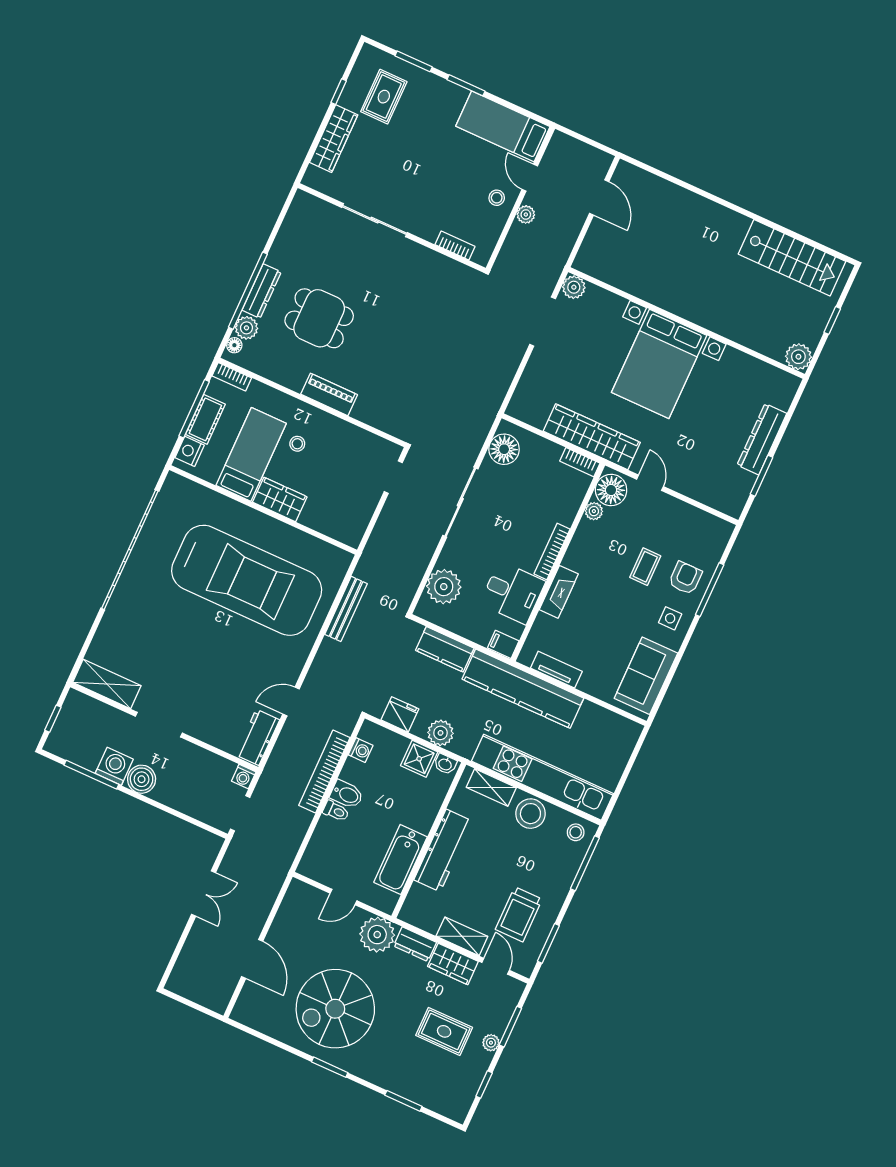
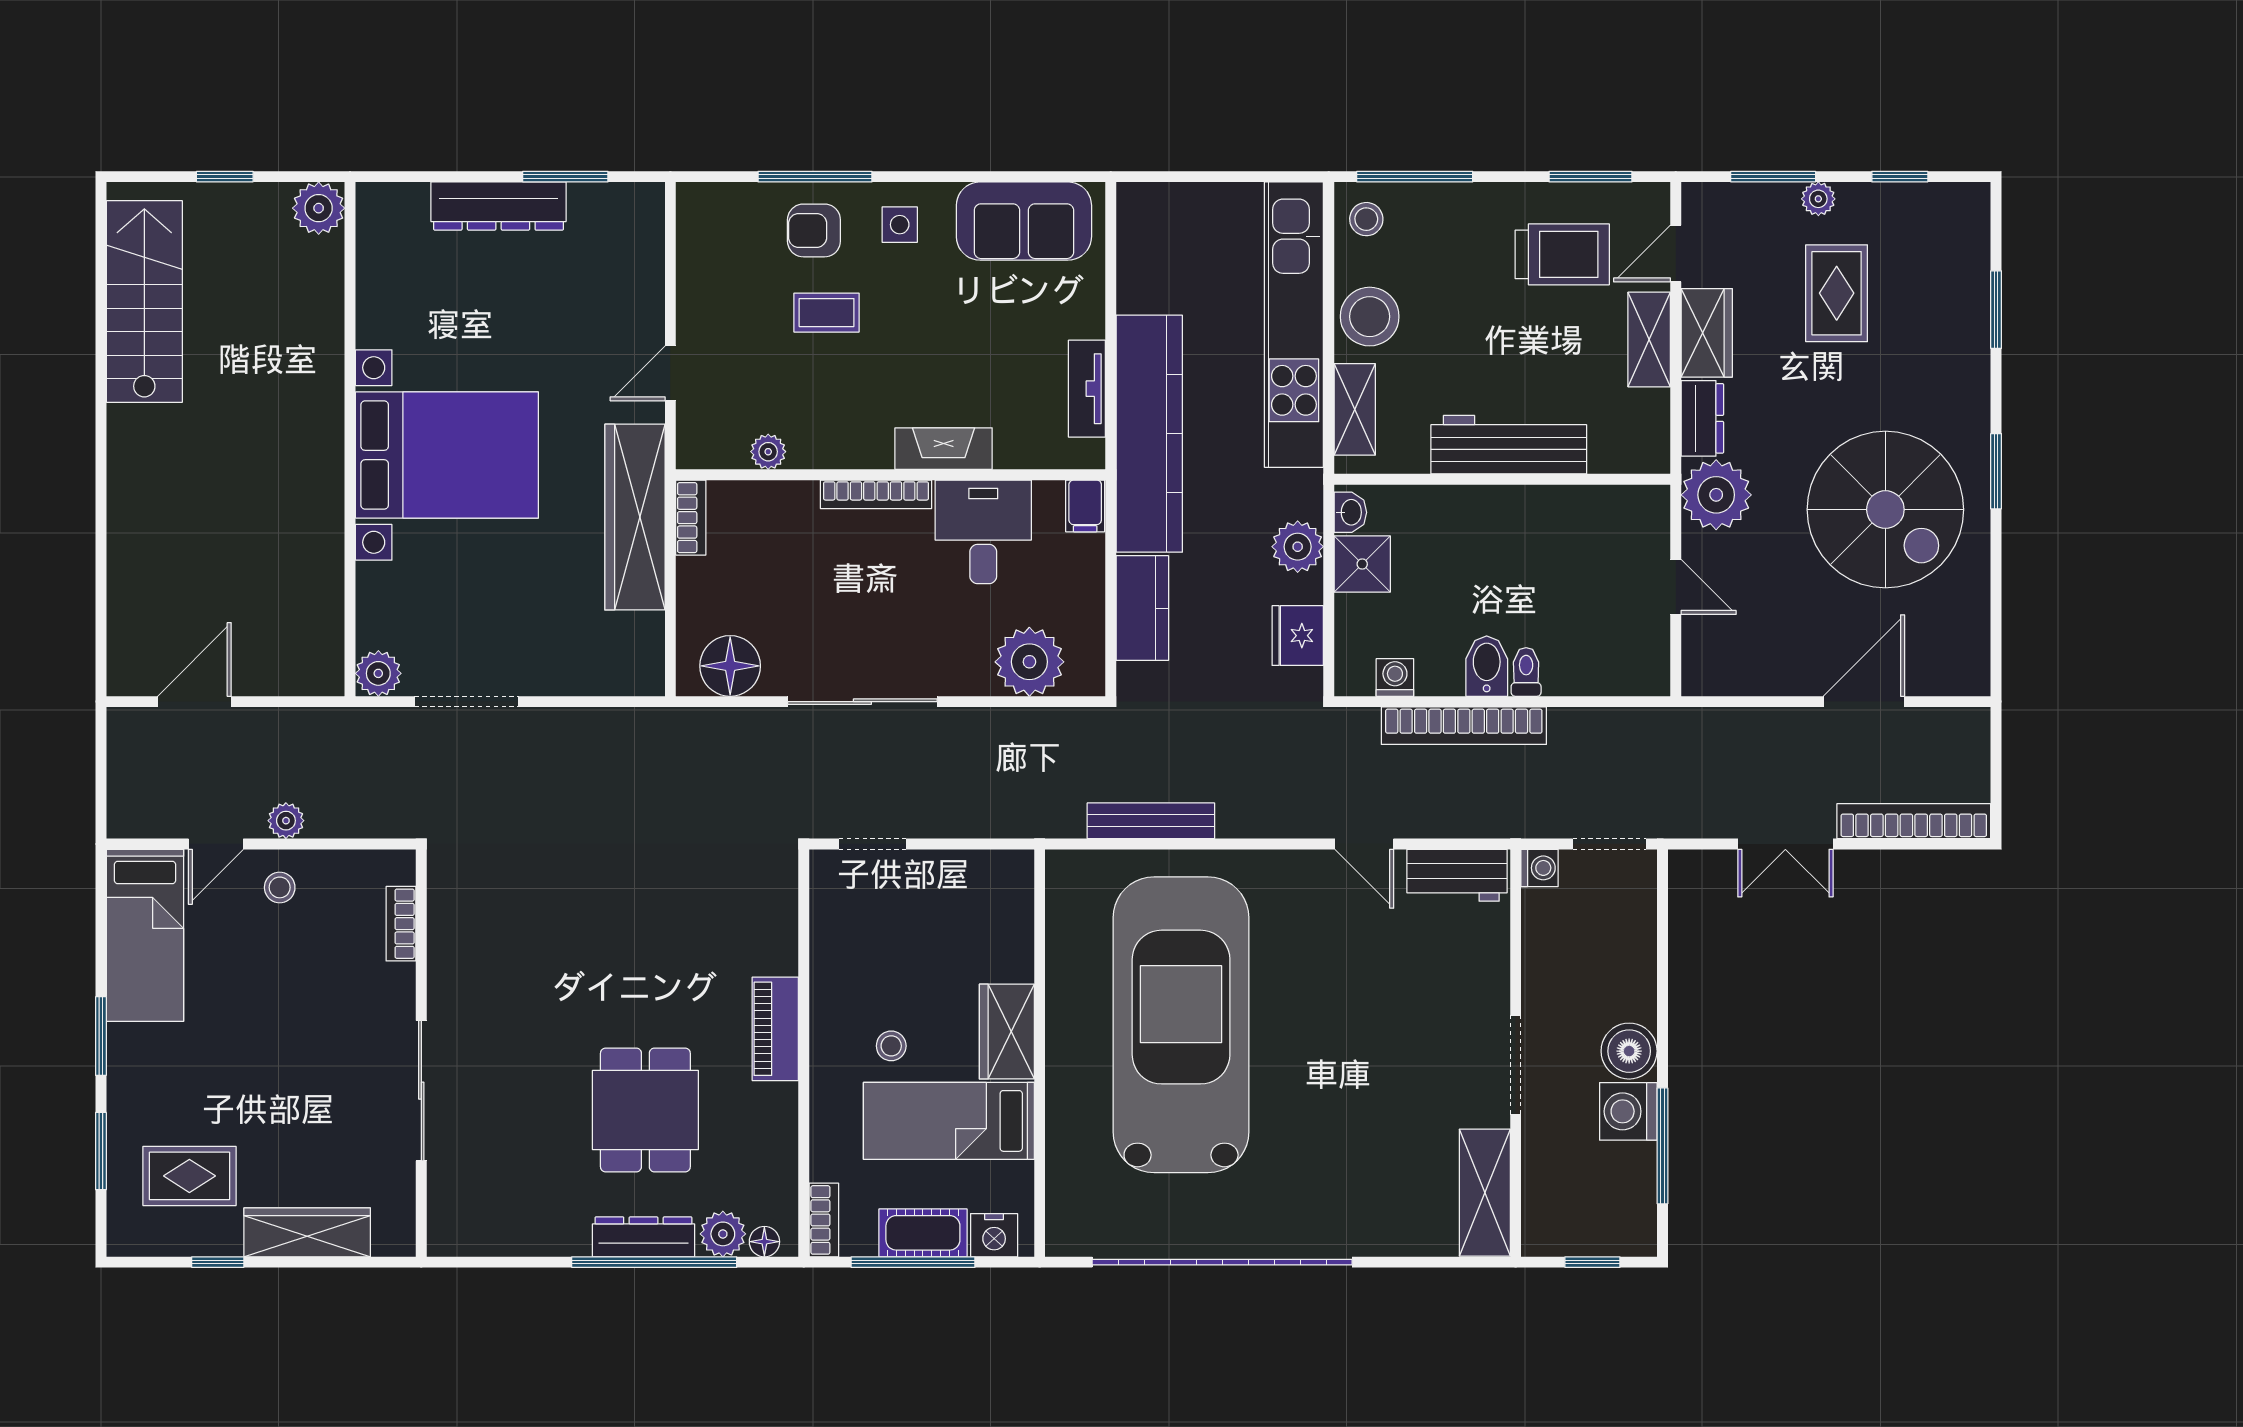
floor lamp: (611, 490) -> (716, 438), removed
bathtub: (401, 860) -> (1561, 514), removed
double door: (203, 894) -> (1785, 844), swing flipped
bookcase: (187, 957) -> (1914, 821), added

